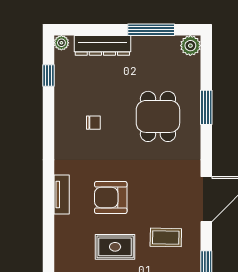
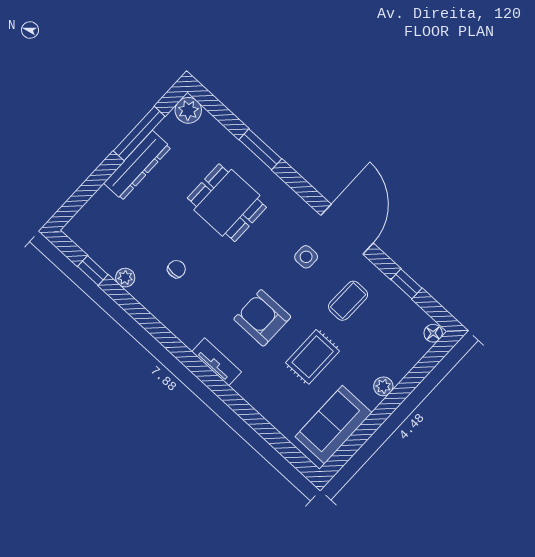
plant: (61, 43) -> (125, 278), moved
dresser: (102, 45) -> (137, 165), moved
side table: (169, 190) -> (306, 257), added
armchair: (111, 197) -> (262, 318), turned 90

